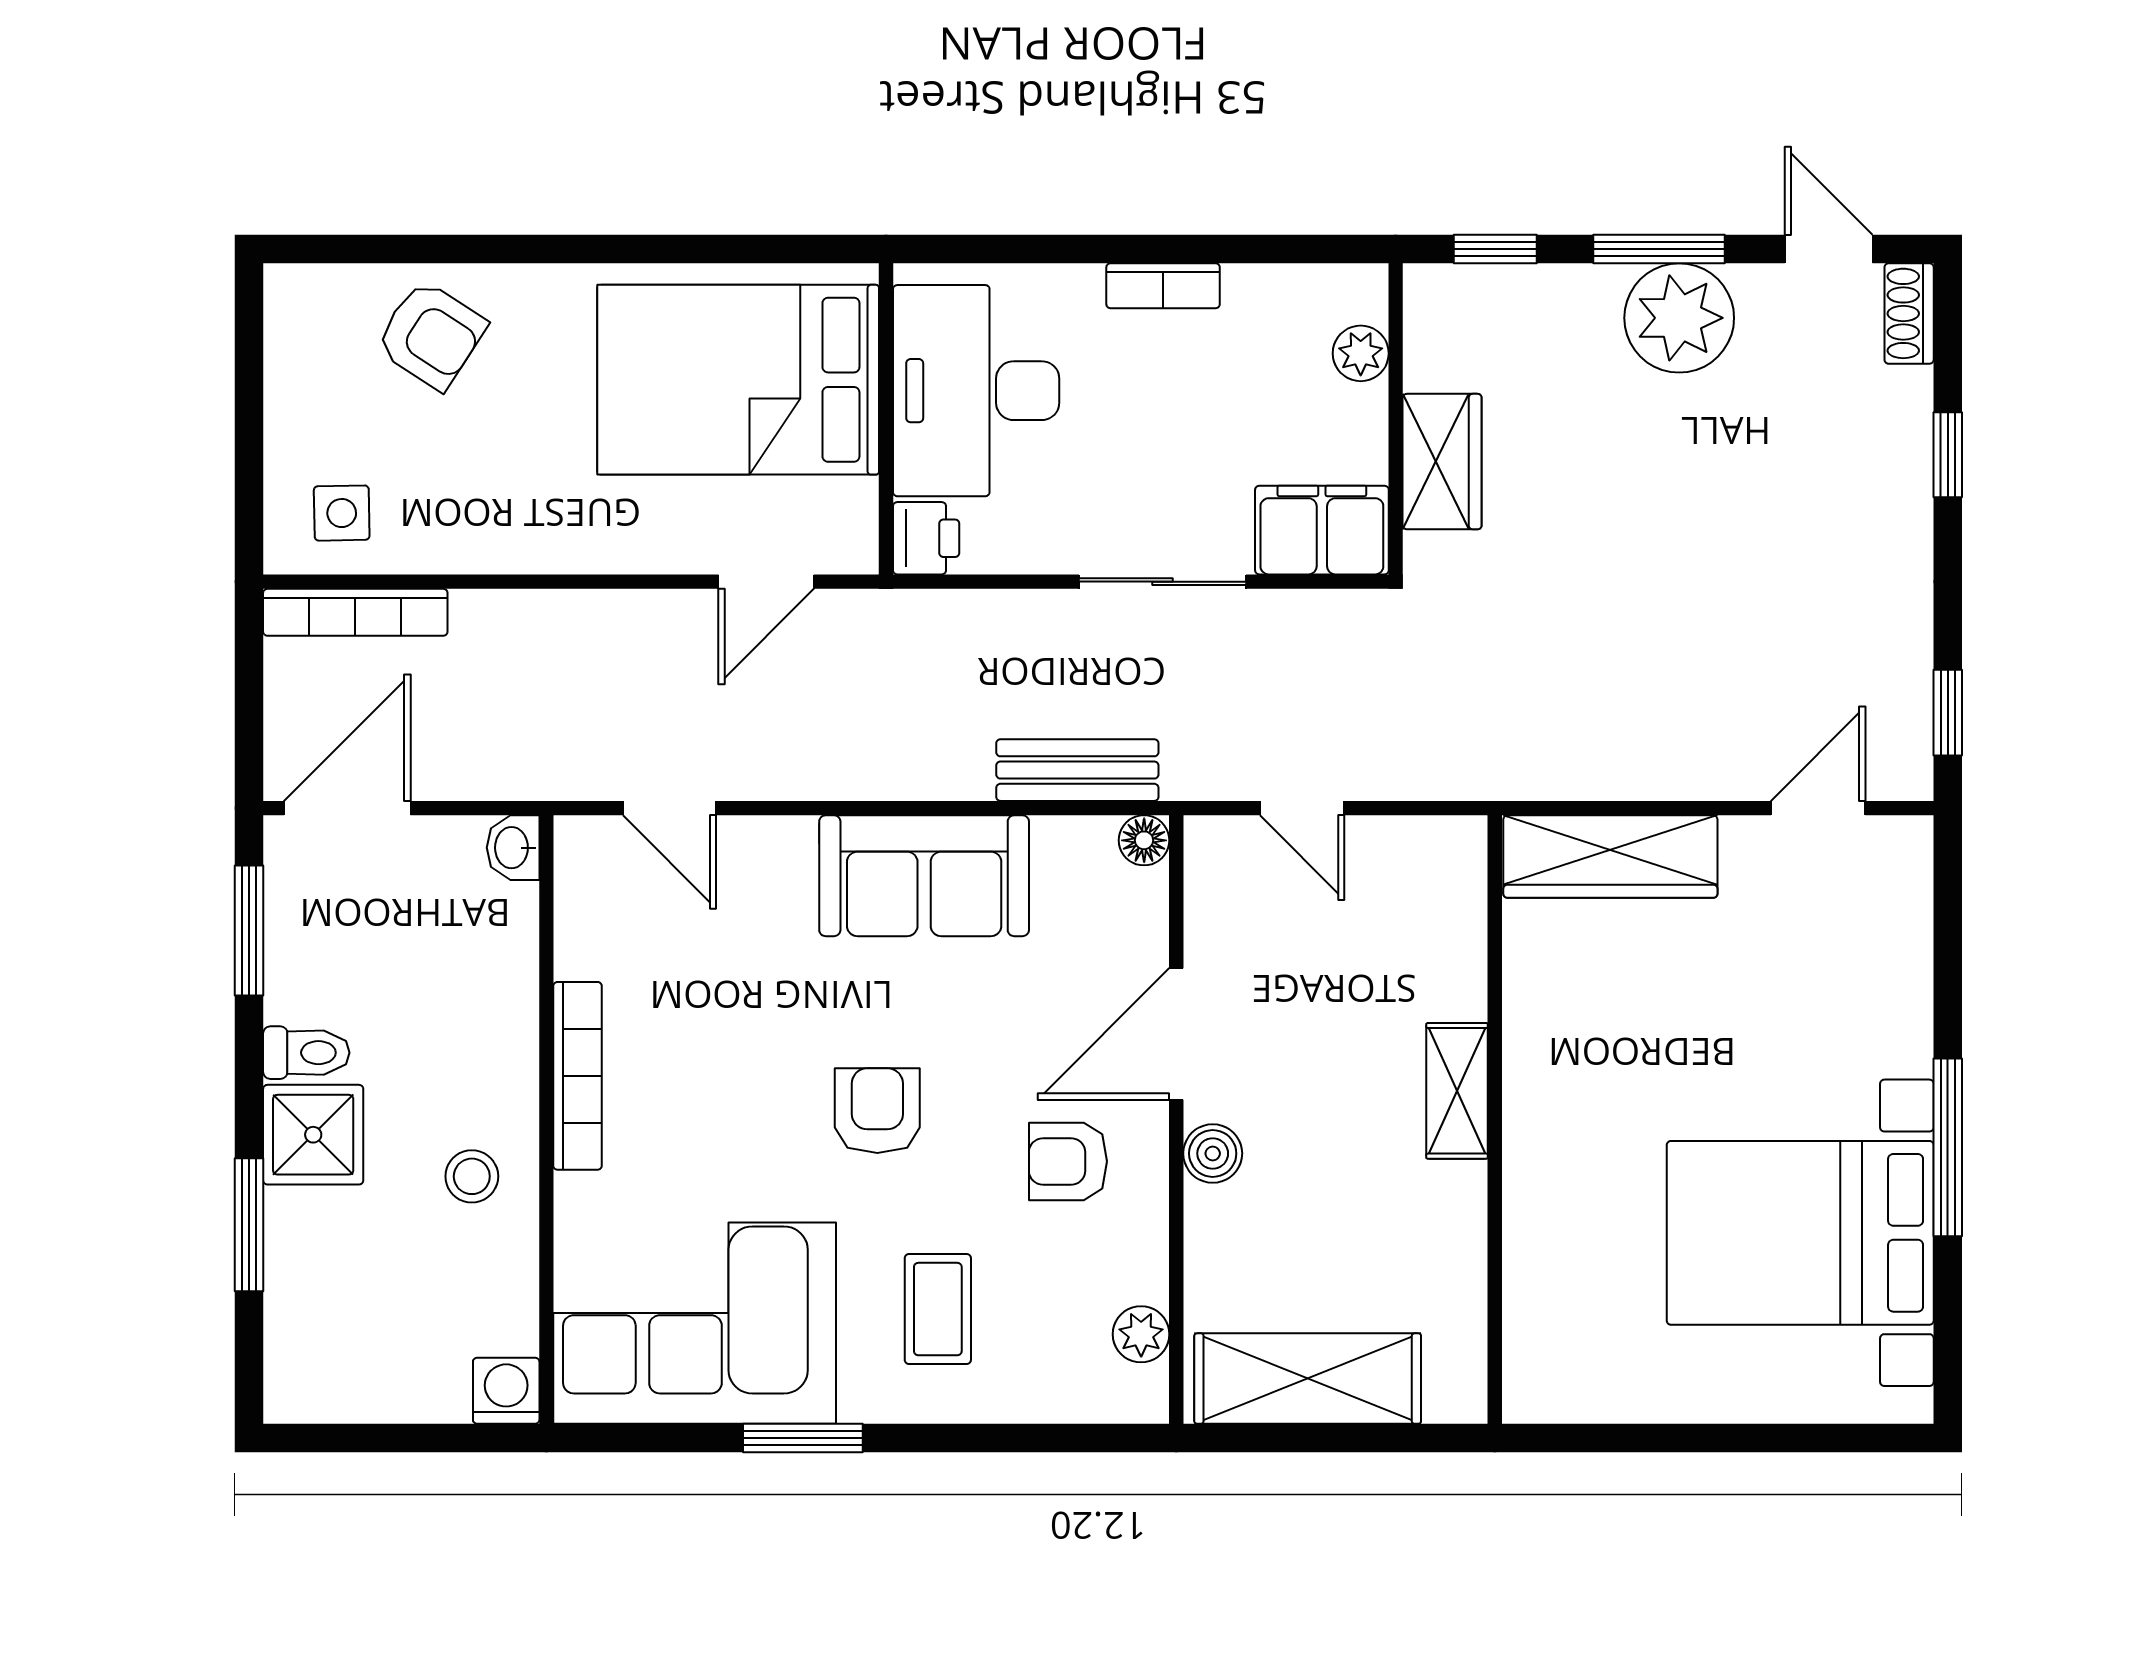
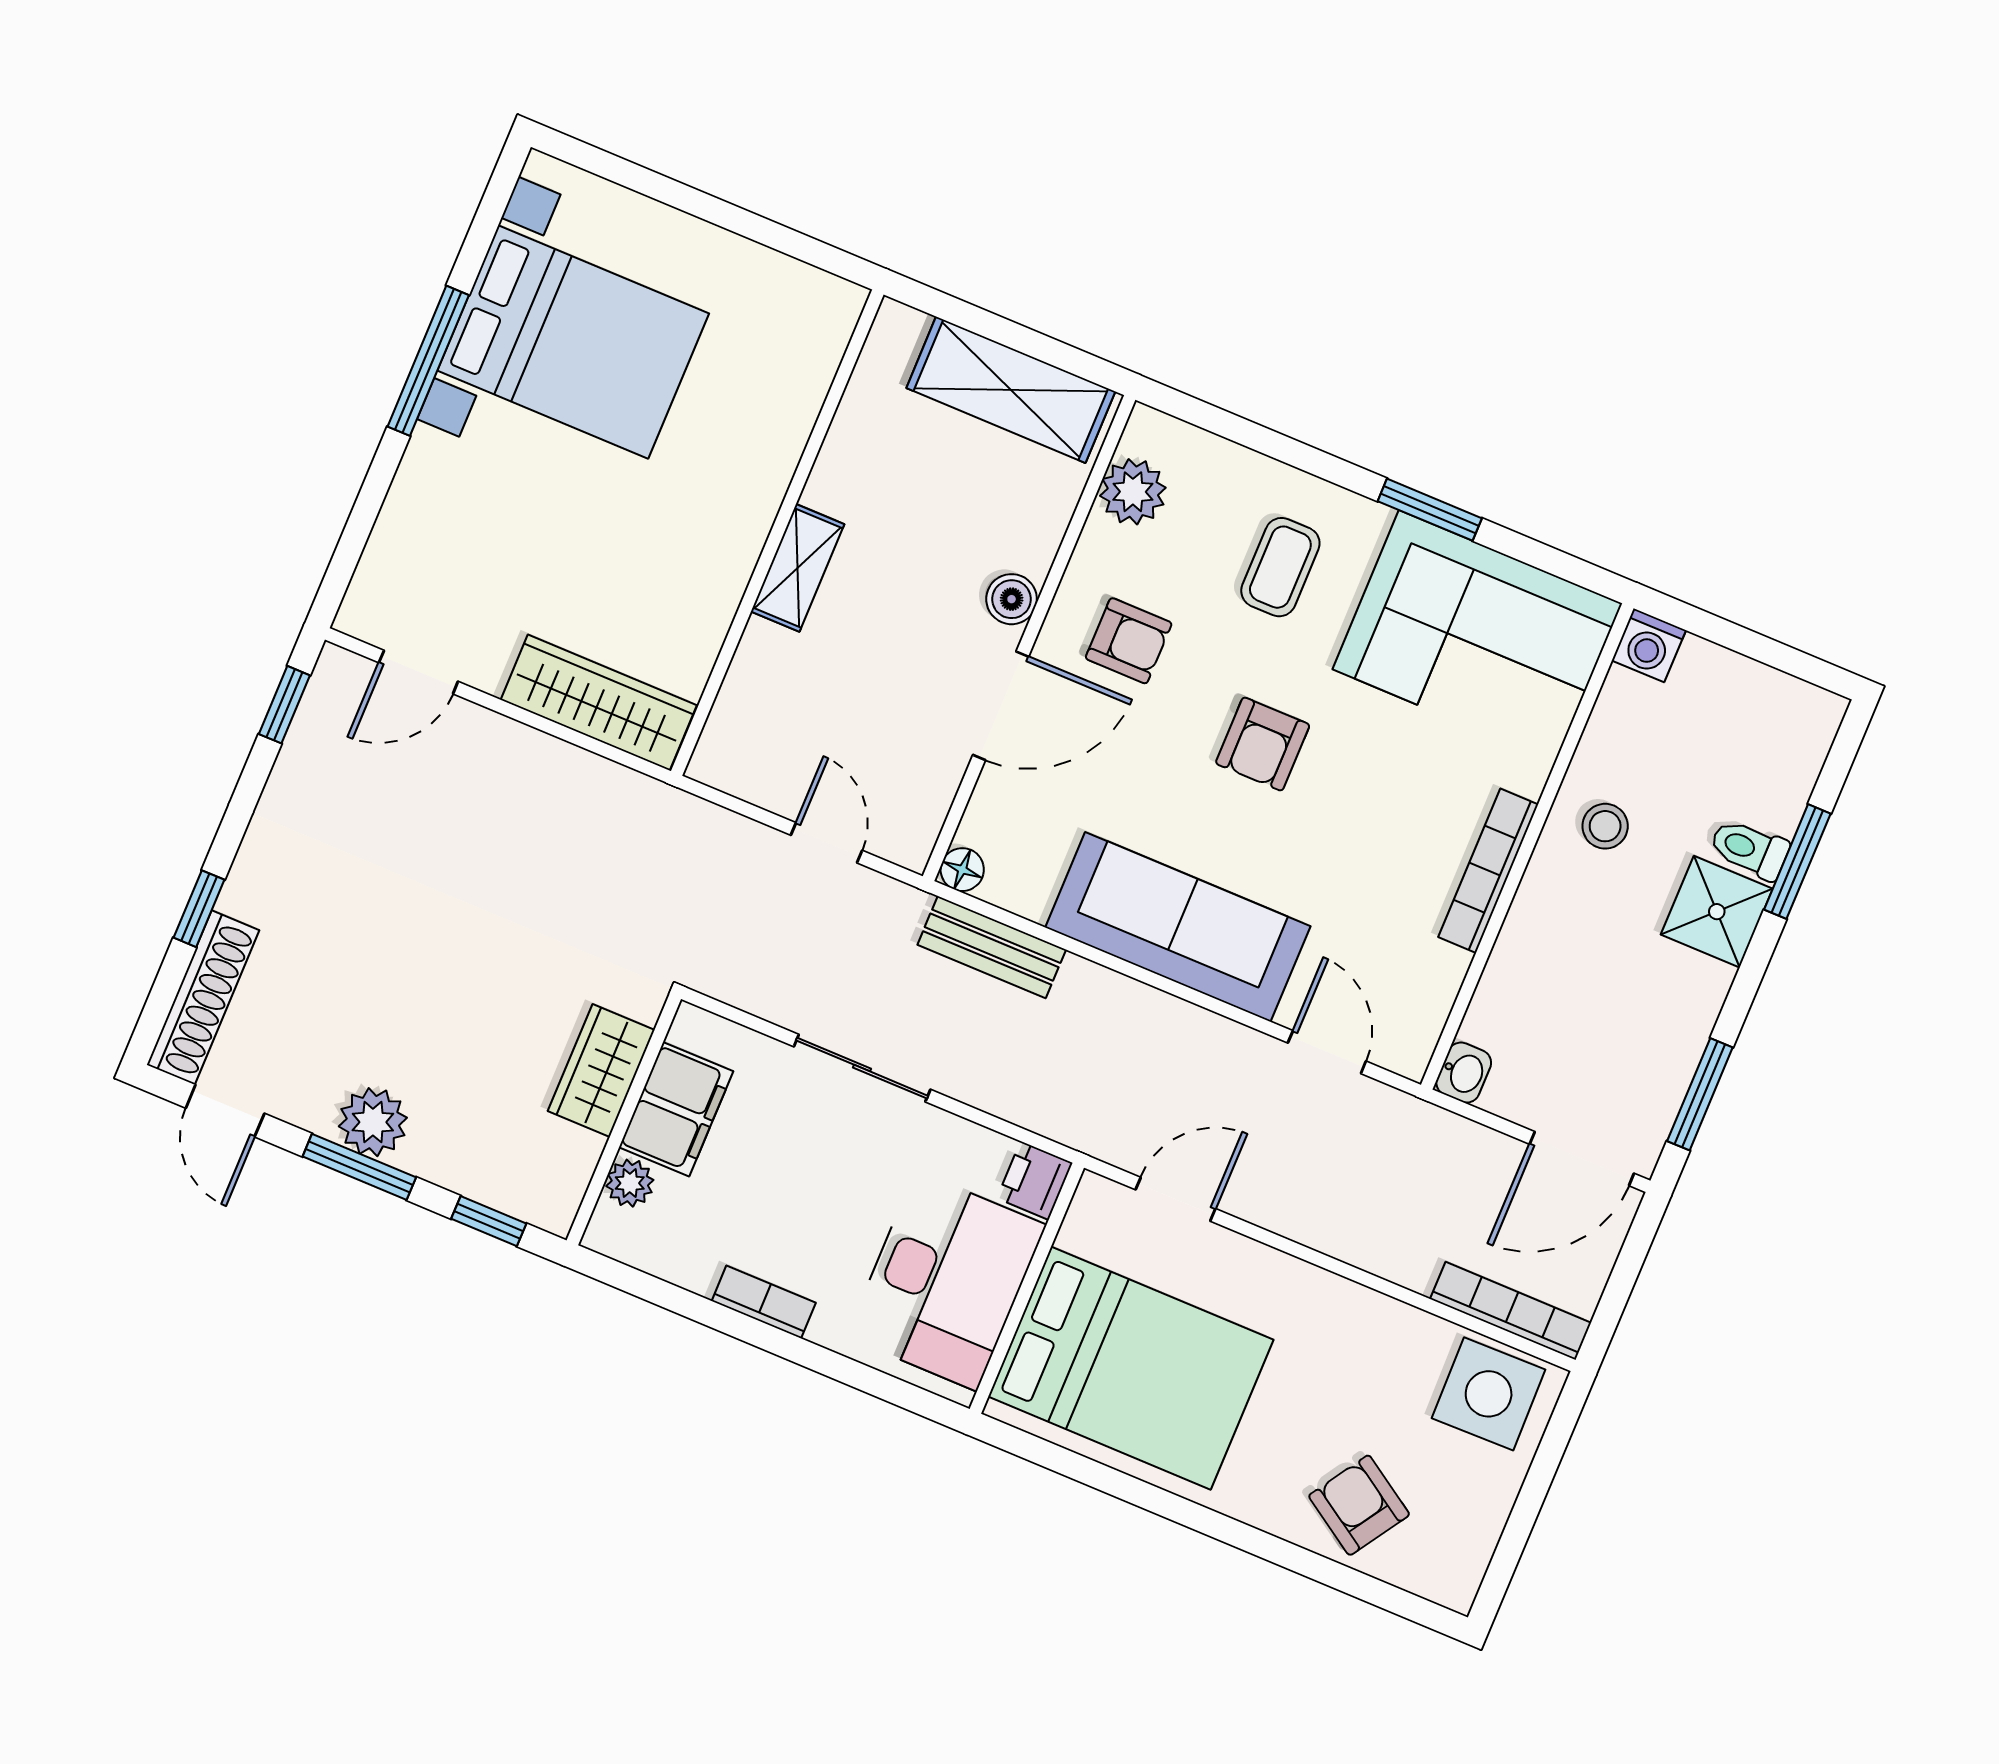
shoe rack: (1909, 313) -> (203, 997), width x1.94, depth x1.24
plant: (1679, 318) -> (373, 1122), width x0.73, depth x0.73
side table: (342, 513) -> (1489, 1394), width x1.87, depth x1.87
filing cabinet: (1322, 530) -> (676, 1109), moved, turned -90
sofa: (924, 876) -> (1178, 927), width x1.36
toilet: (306, 1053) -> (1749, 849), moved
plant: (1141, 1334) -> (1133, 492), width x1.38, depth x1.38

